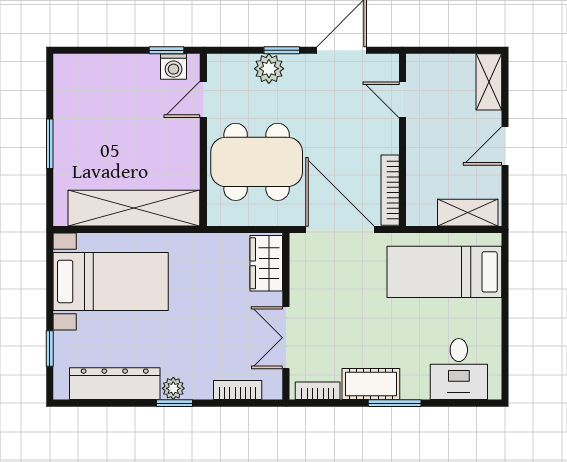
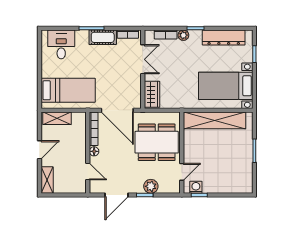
floor lamp: (389, 143) -> (94, 151), added
plant: (173, 388) -> (183, 35), moved

